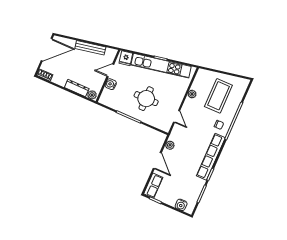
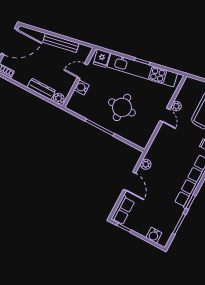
door: (177, 117) -> (165, 115), moved

